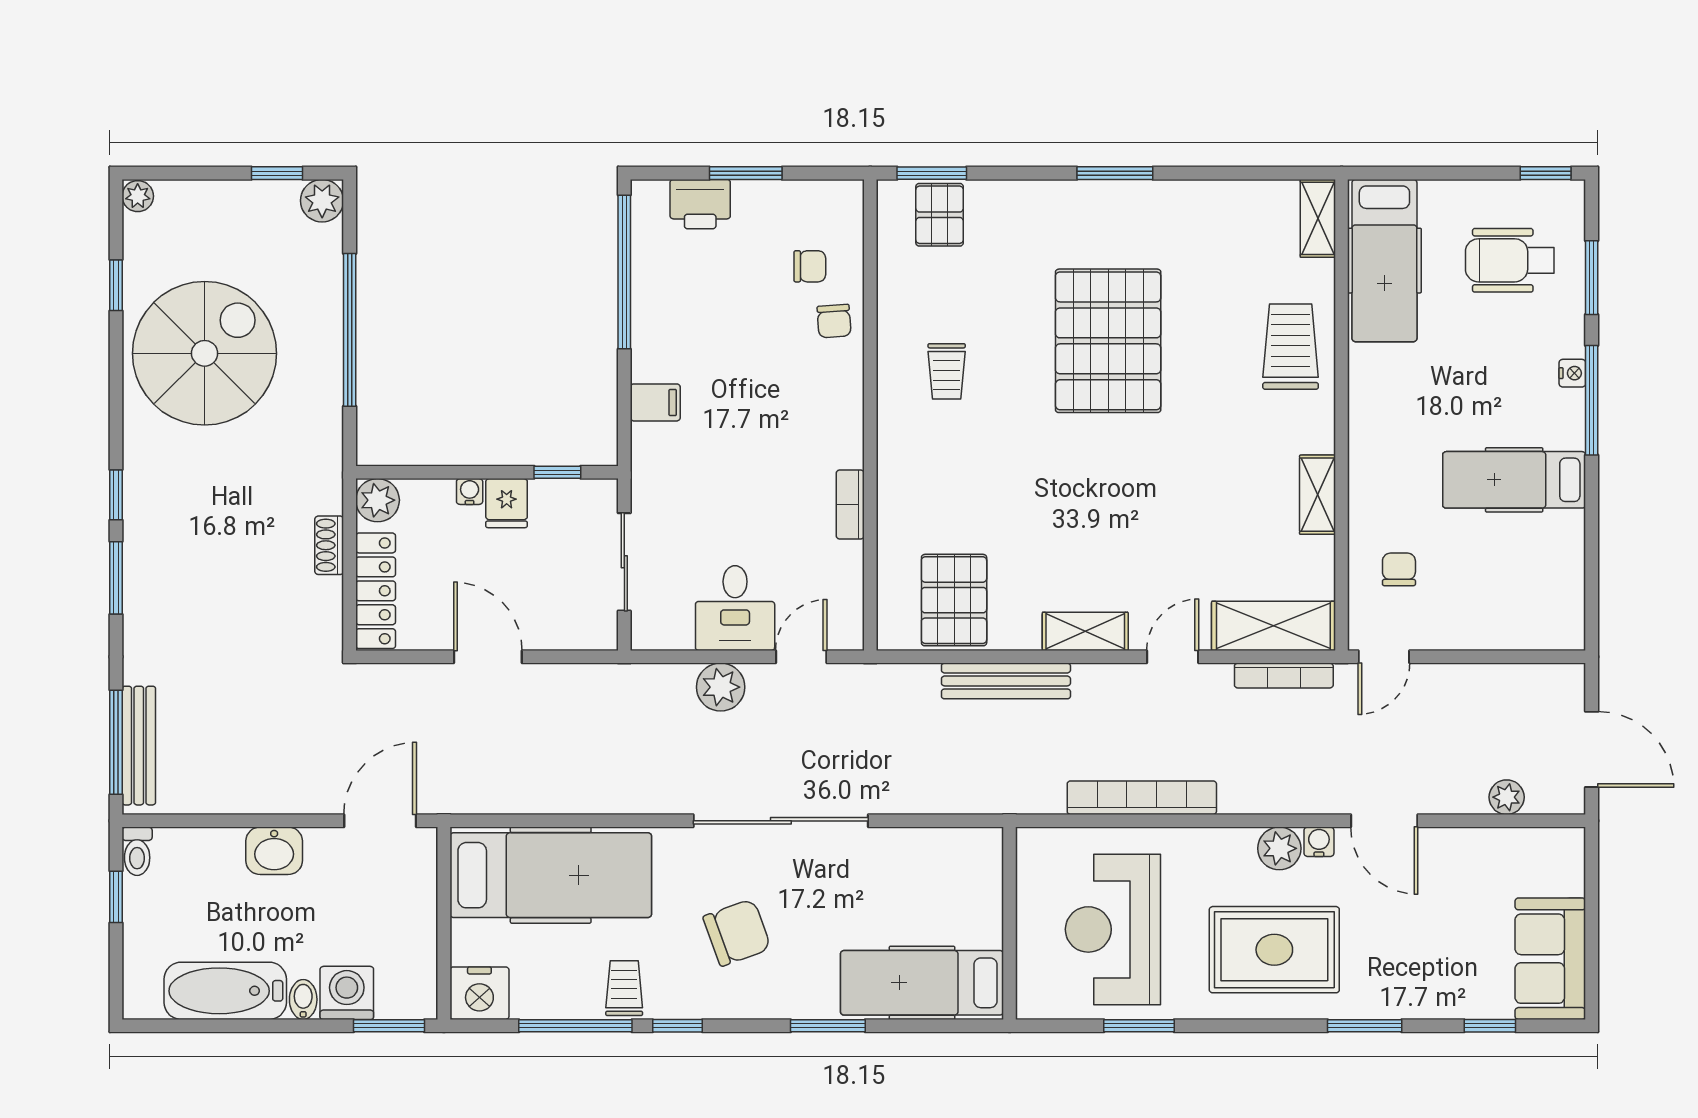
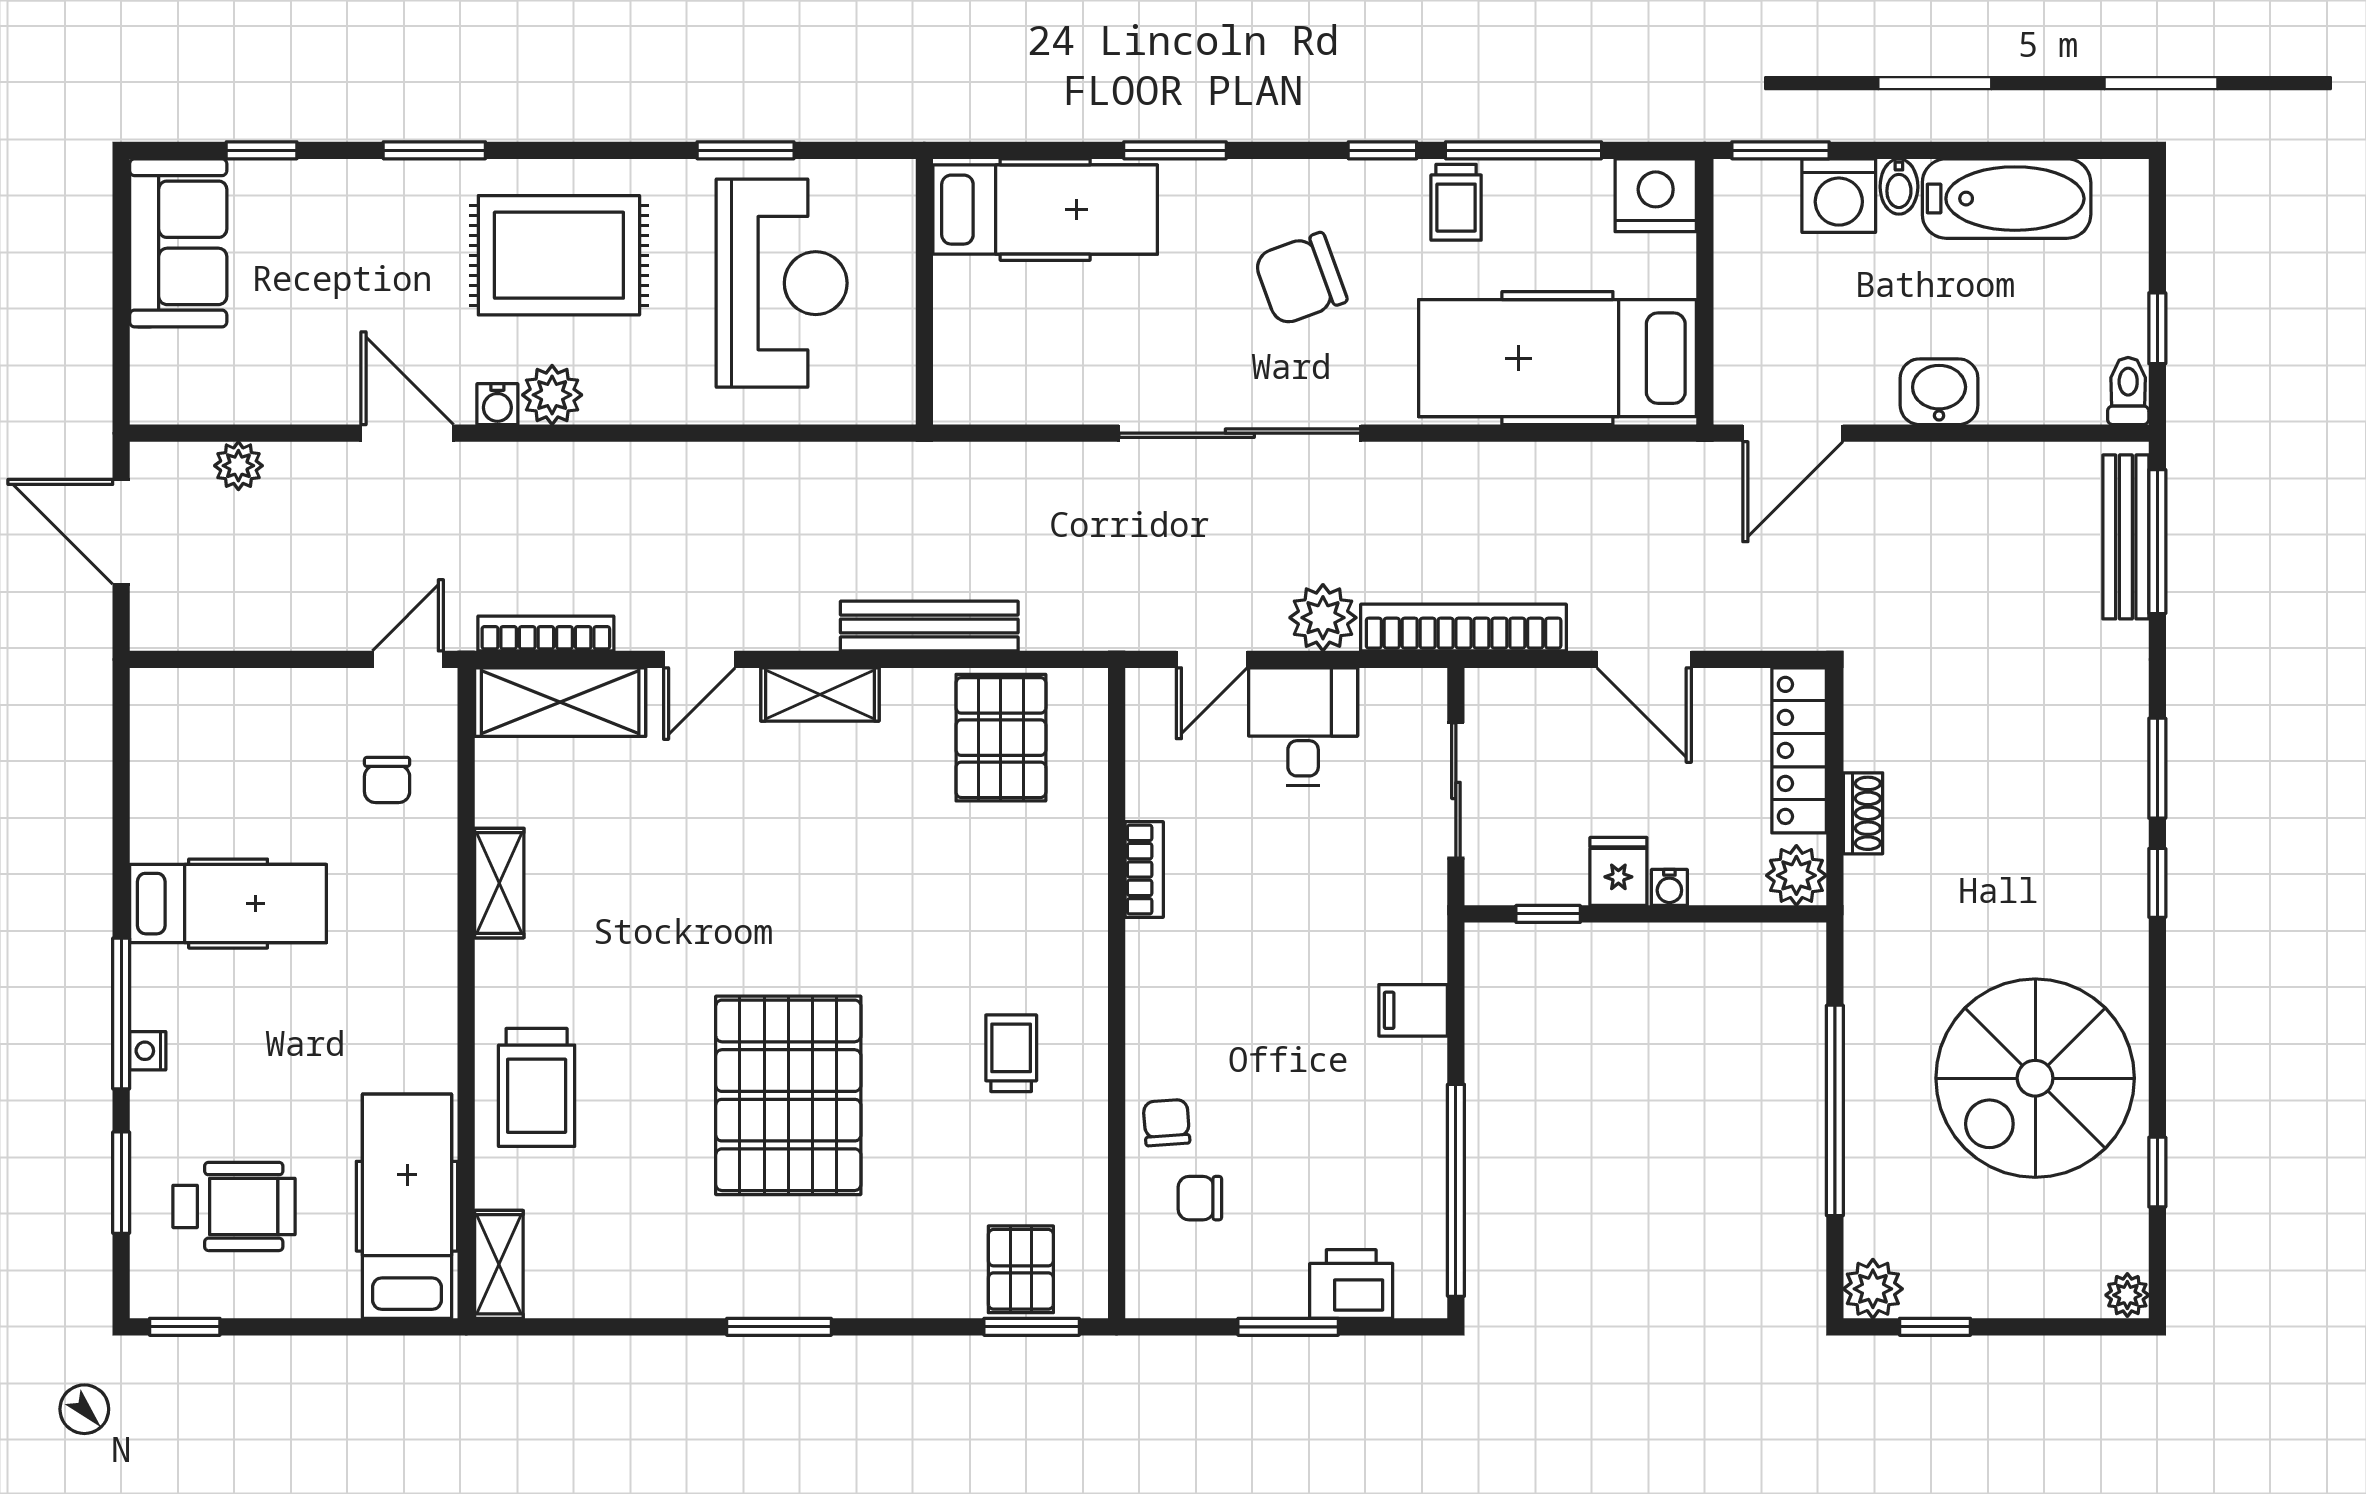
bookcase: (1142, 798) -> (1464, 628), moved, turned 180

